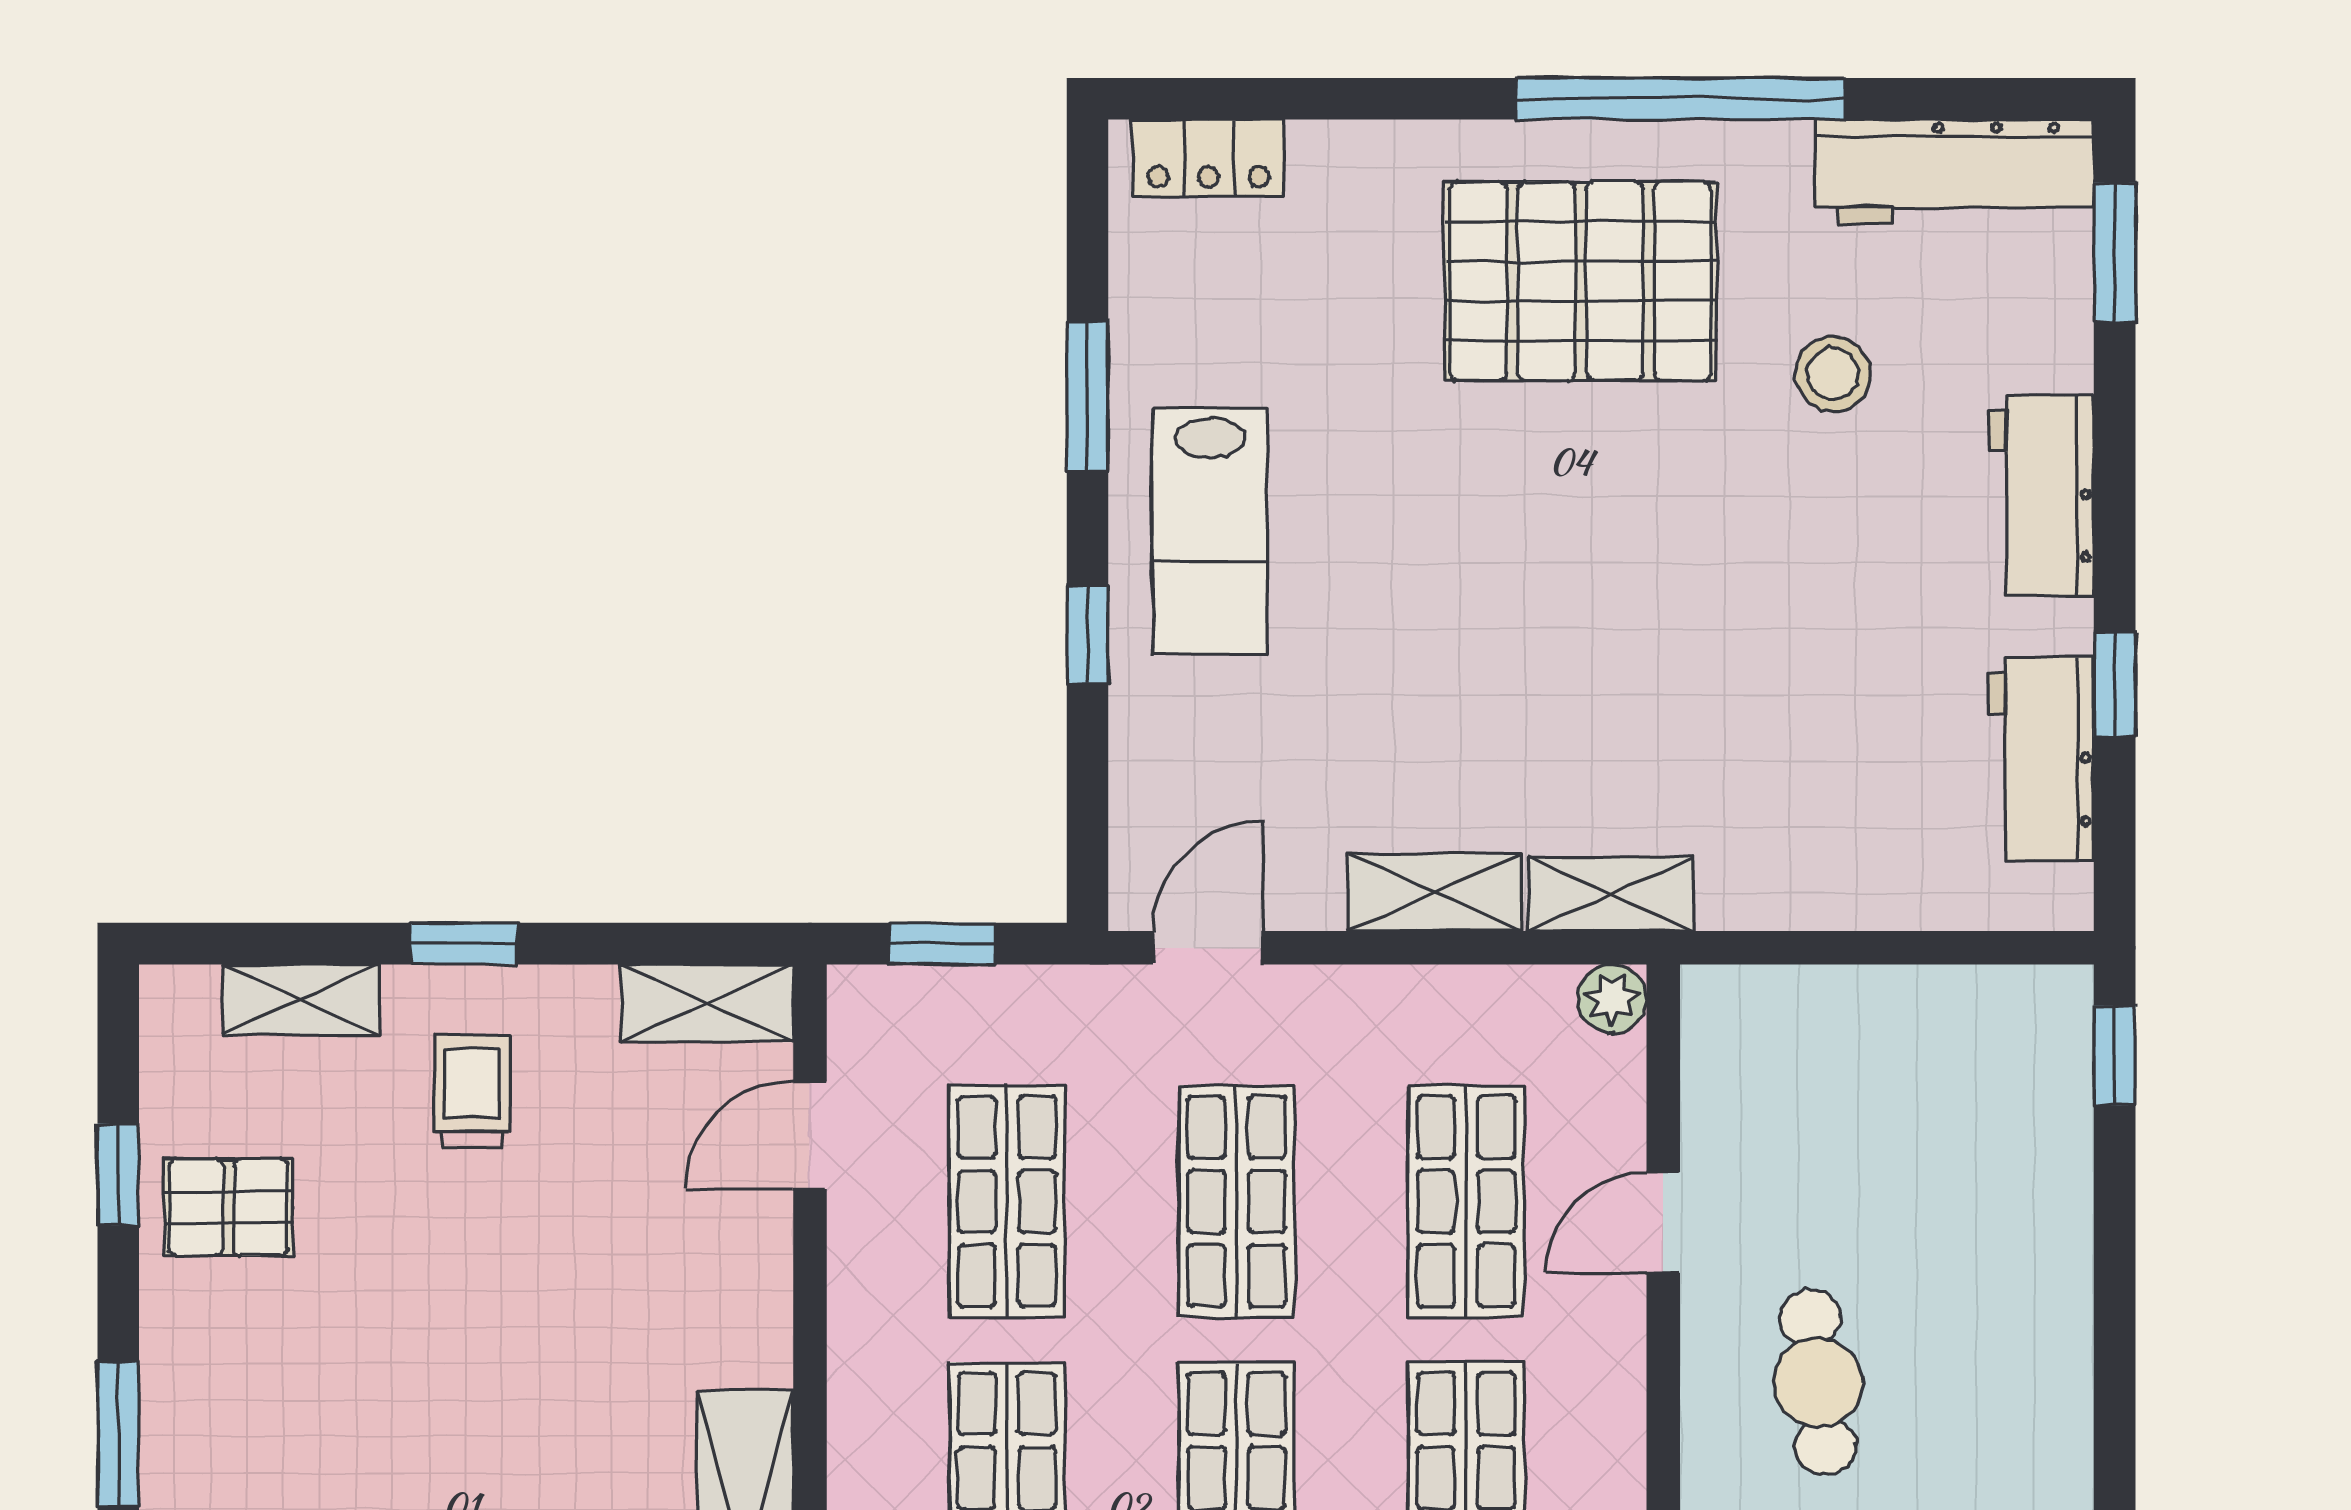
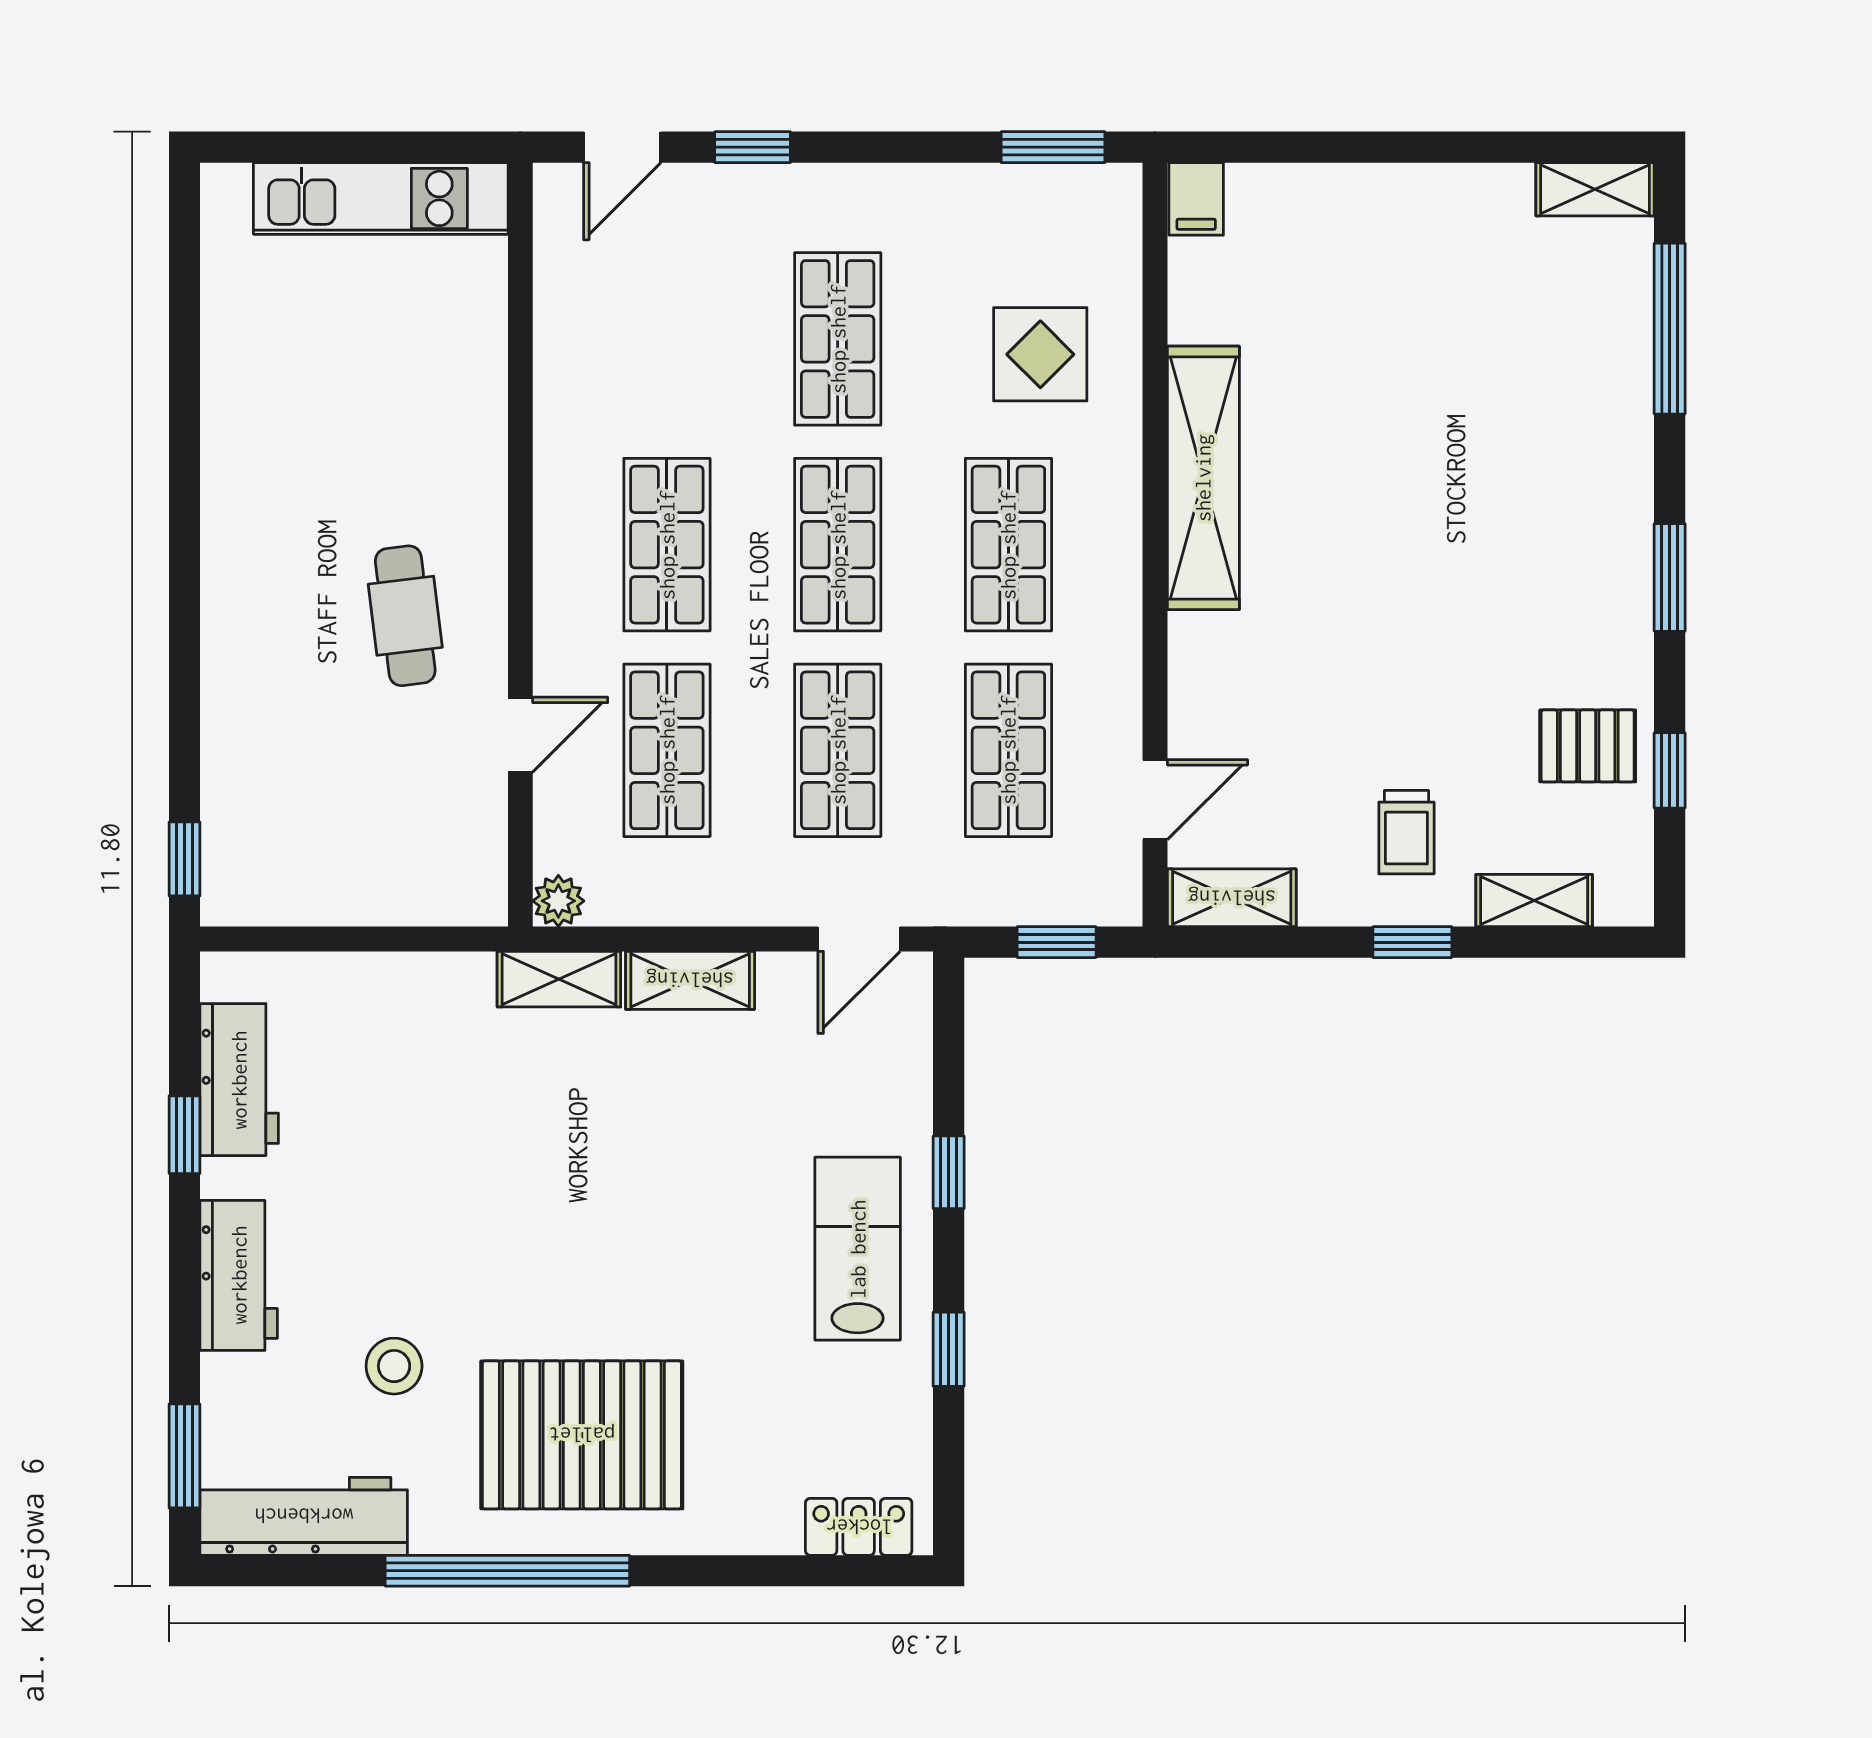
window: (1087, 396) -> (949, 1349), width x0.67

